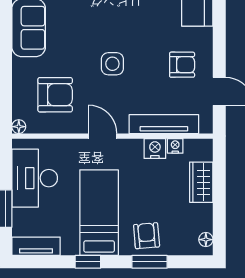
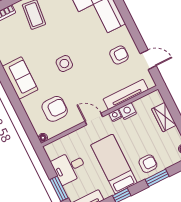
side table: (112, 64) -> (64, 64), moved
nightstand: (175, 146) -> (115, 115), moved
desk: (35, 178) -> (69, 167), width x0.73
armchair: (147, 236) -> (148, 164), turned 95

